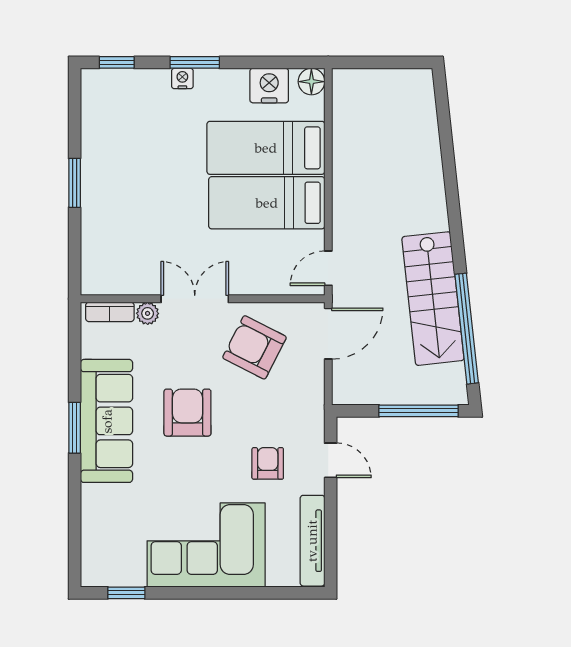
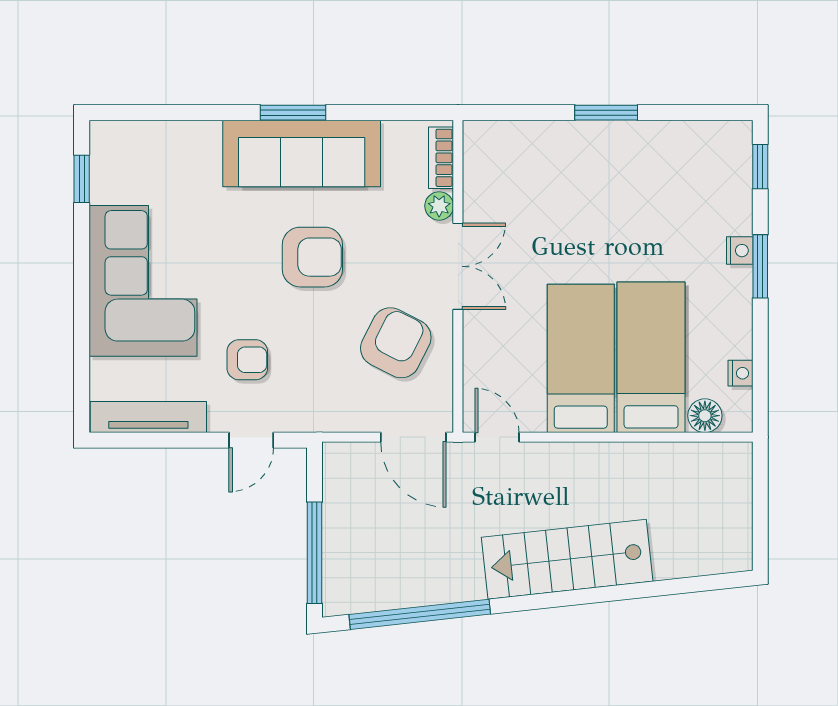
floor lamp: (311, 82) -> (705, 416), moved
nightstand: (269, 86) -> (741, 373), width x0.53, depth x0.56
stairs: (433, 299) -> (567, 559), moved

